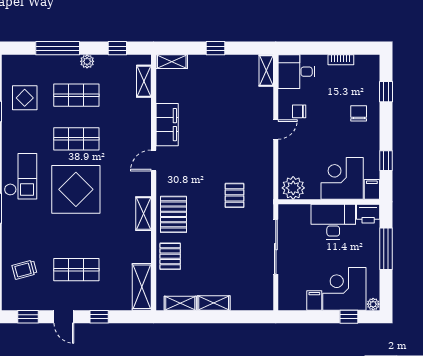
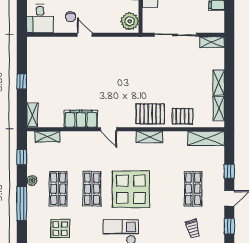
shelving: (266, 71) -> (212, 42), moved
pallet: (234, 195) -> (136, 67), removed

